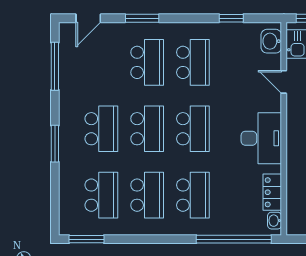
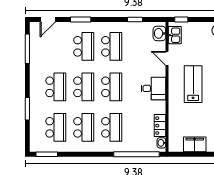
desk: (261, 138) -> (153, 88), width x0.73
window: (55, 144) -> (27, 109), moved

